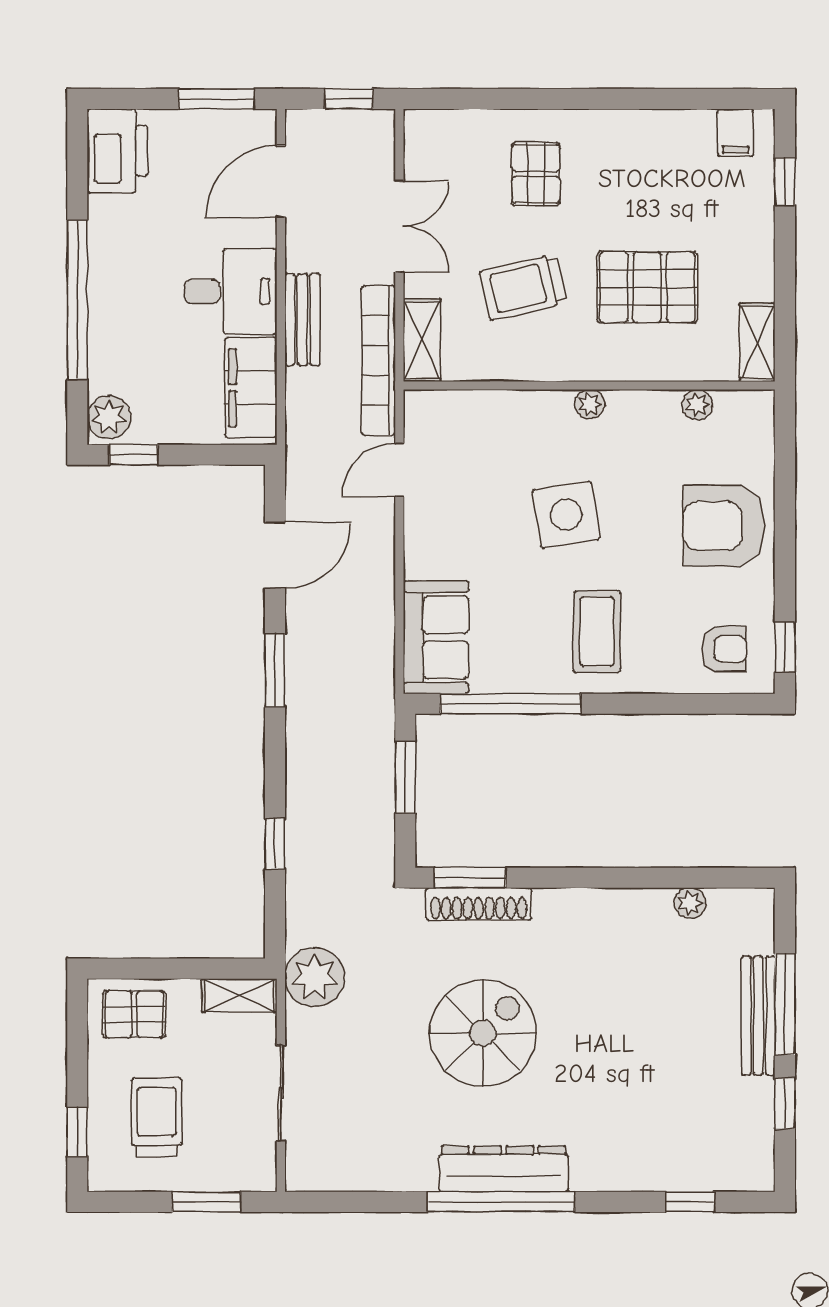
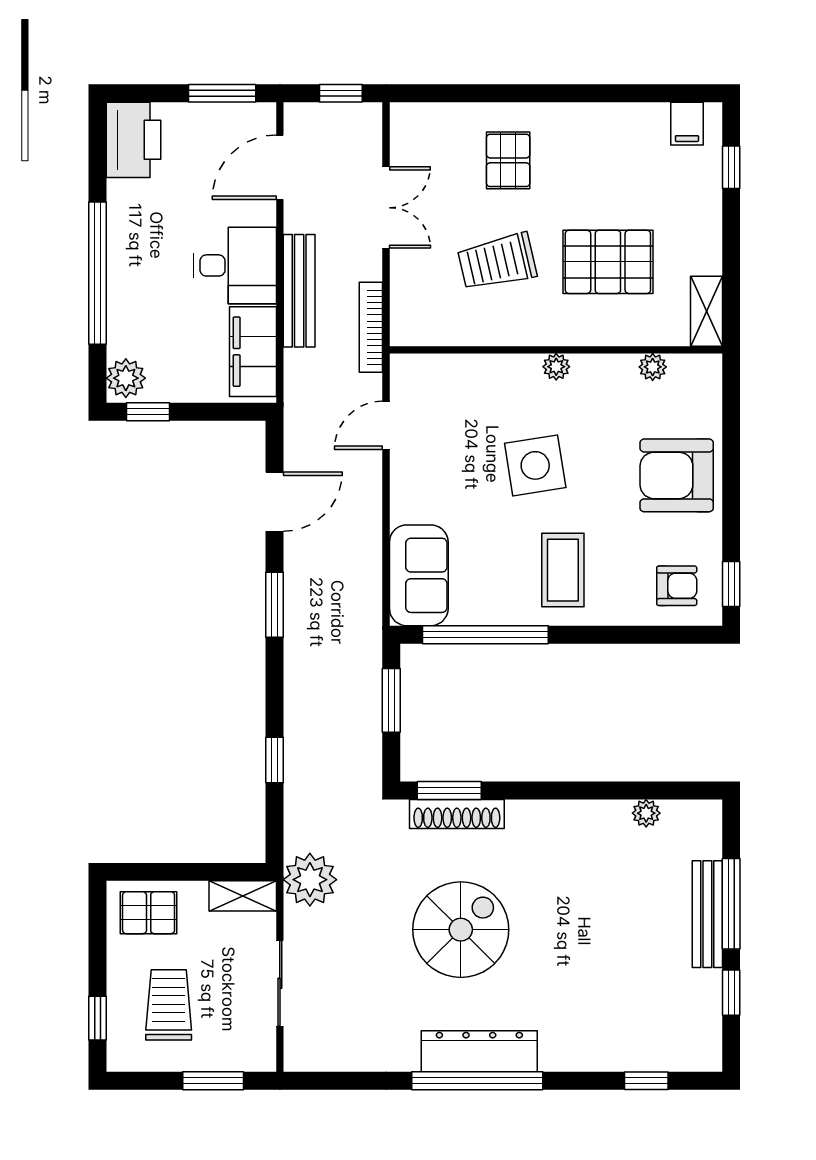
bench: (302, 320) -> (299, 291), width x1.36
shelving: (422, 340) -> (406, 309), removed
bookcase: (379, 360) -> (371, 327), width x0.68, depth x0.76

